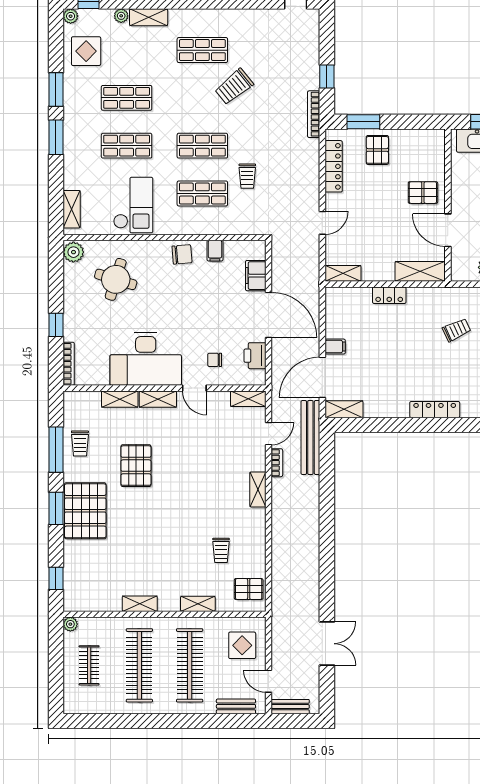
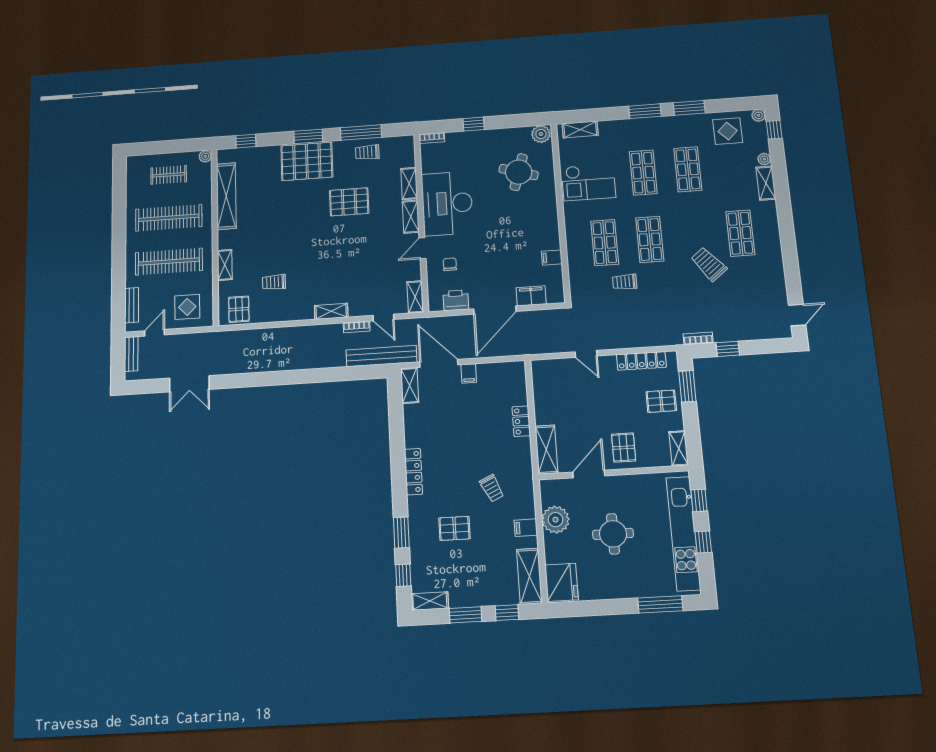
bookcase: (314, 114) -> (698, 338), width x0.64
chair: (182, 254) -> (546, 228), removed
shelving: (343, 273) -> (679, 448), moved
bookcase: (69, 364) -> (432, 138), width x0.64
shelving: (140, 604) -> (226, 196), width x2.20, depth x1.33

